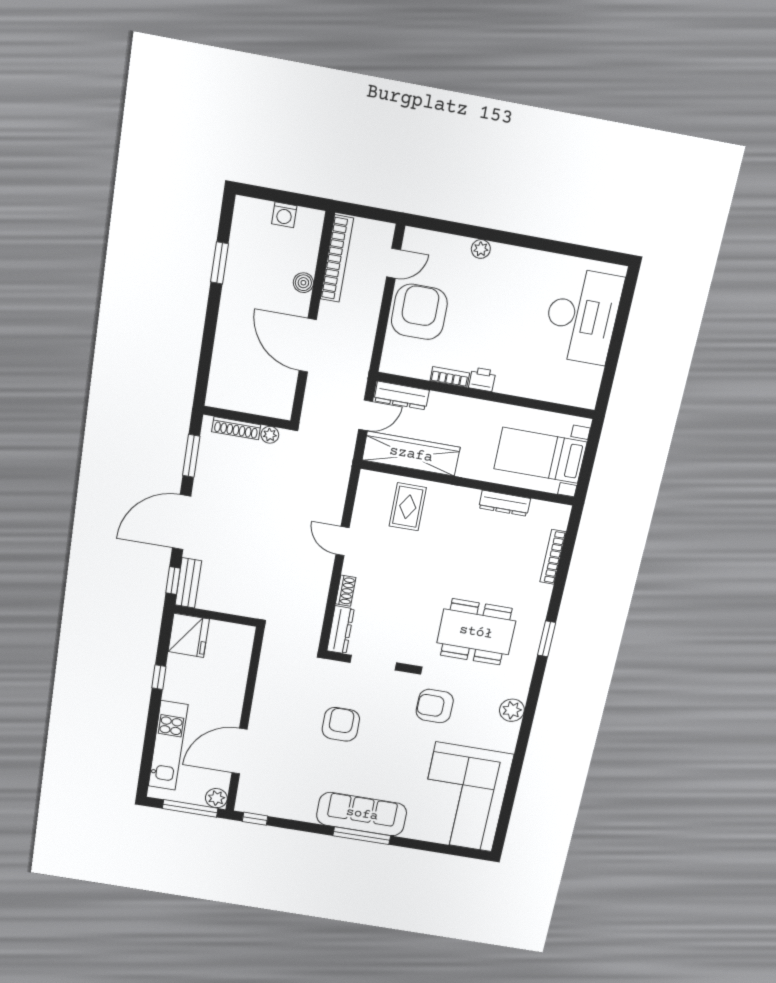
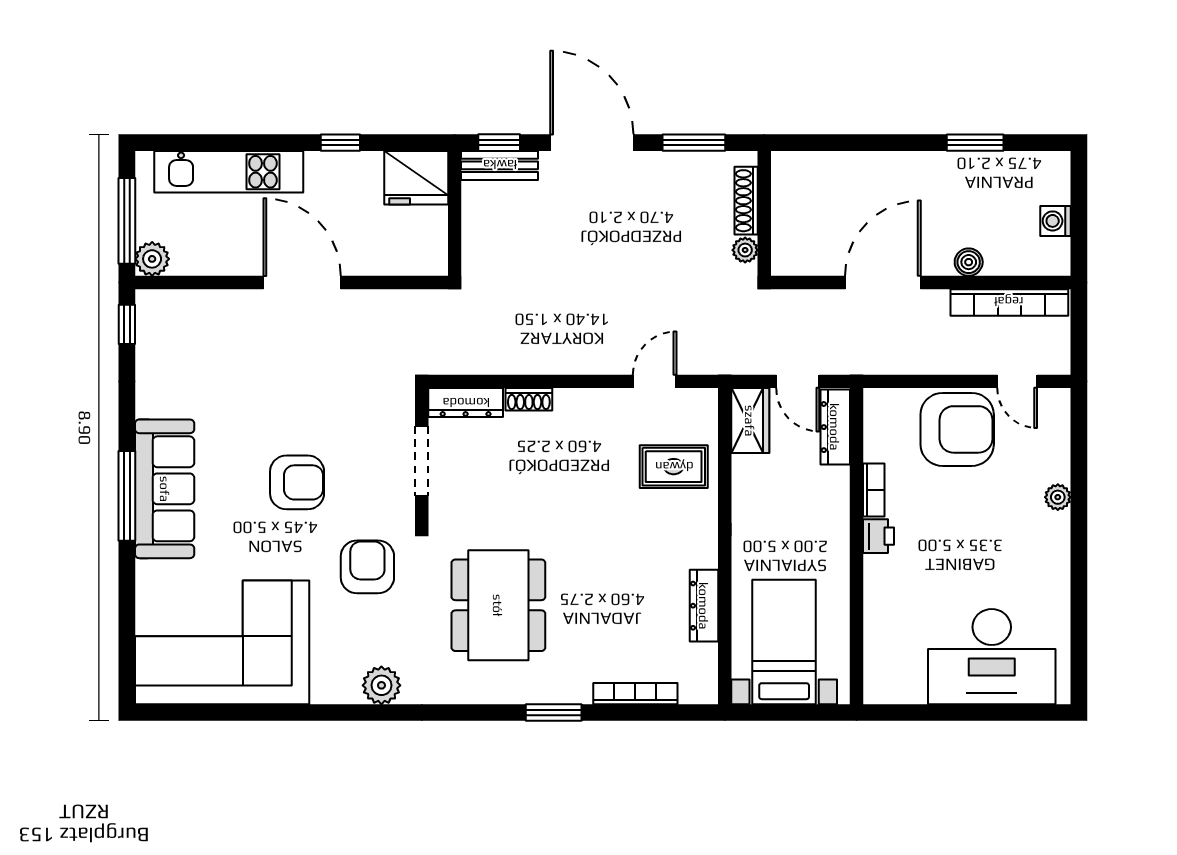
wardrobe: (411, 454) -> (750, 421), width x0.48, depth x0.85
door: (343, 541) -> (655, 381), moved
window: (547, 639) -> (554, 713), moved
armchair: (341, 724) -> (297, 482), moved
door: (239, 751) -> (302, 283), moved

